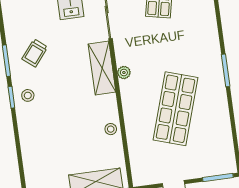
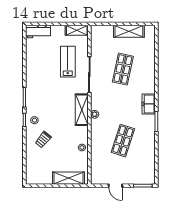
freezer: (209, 44) -> (149, 104), added
trolley: (35, 53) -> (43, 140), moved
shop shelf: (176, 109) -> (123, 141), width x0.70, depth x0.74

